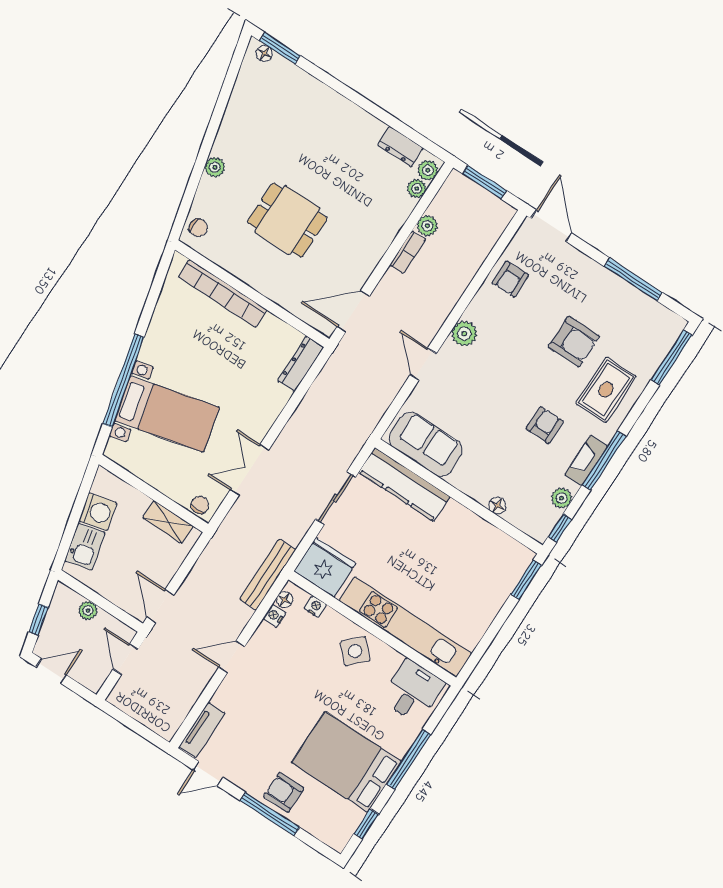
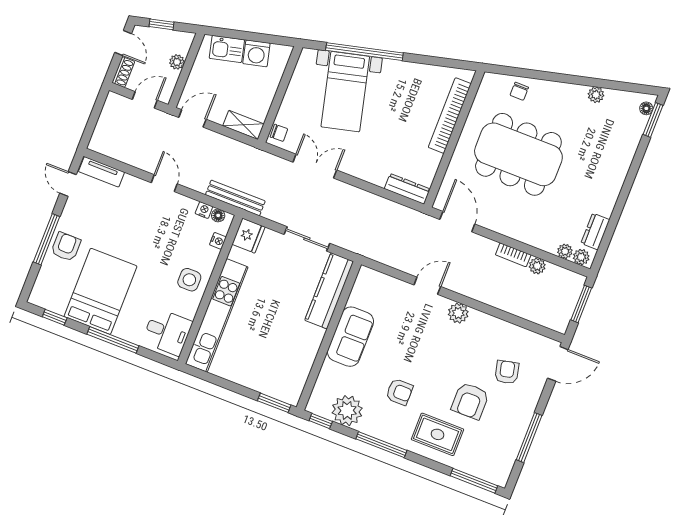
plant: (215, 167) -> (596, 95), moved
dining table: (287, 220) -> (518, 154), width x1.88, depth x1.24
chair: (198, 228) -> (519, 91), moved
armchair: (510, 279) -> (507, 372), moved, turned 77
sofa: (426, 444) -> (351, 337), moved
fireplace: (586, 460) -> (378, 430), removed
plant: (562, 498) -> (347, 411), width x1.87, depth x1.87
floor lamp: (497, 505) -> (328, 368), removed
shelving: (168, 522) -> (243, 125), moved, turned 90
fridge: (325, 567) -> (249, 236), width x0.73, depth x0.75
side table: (355, 651) -> (189, 280), turned 45
shoe rack: (87, 678) -> (123, 72), added

